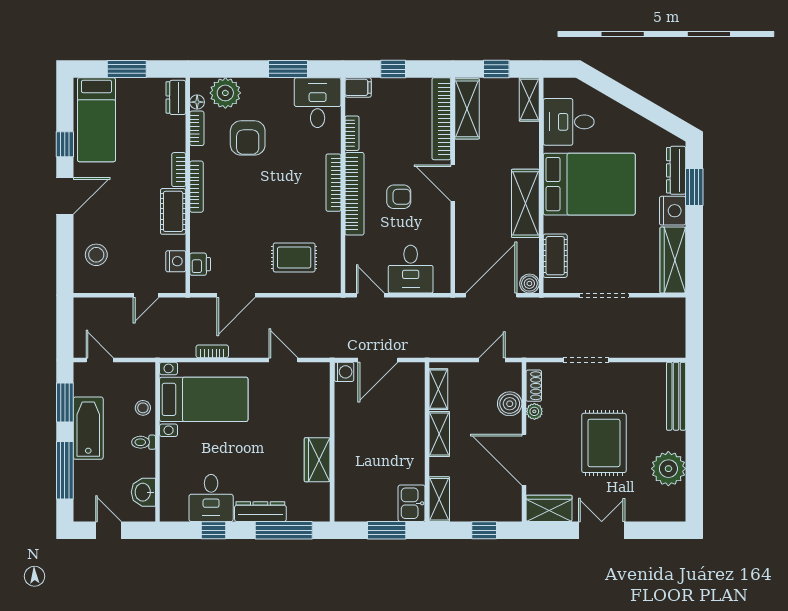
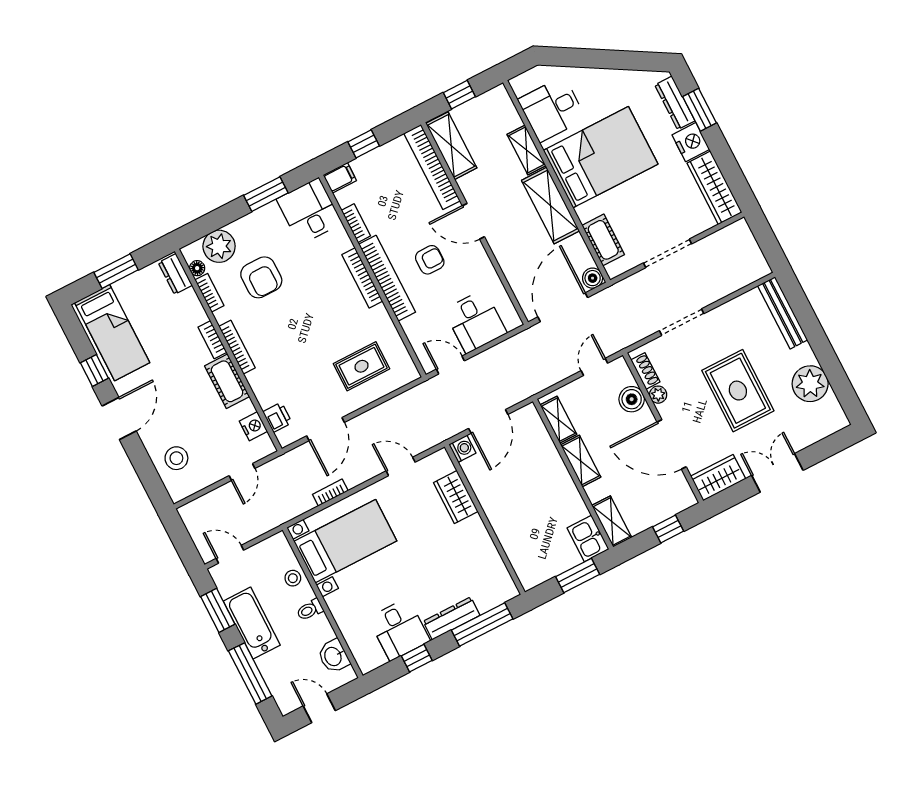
shelving: (529, 99) -> (527, 150), moved
wardrobe: (317, 460) -> (456, 497), moved

